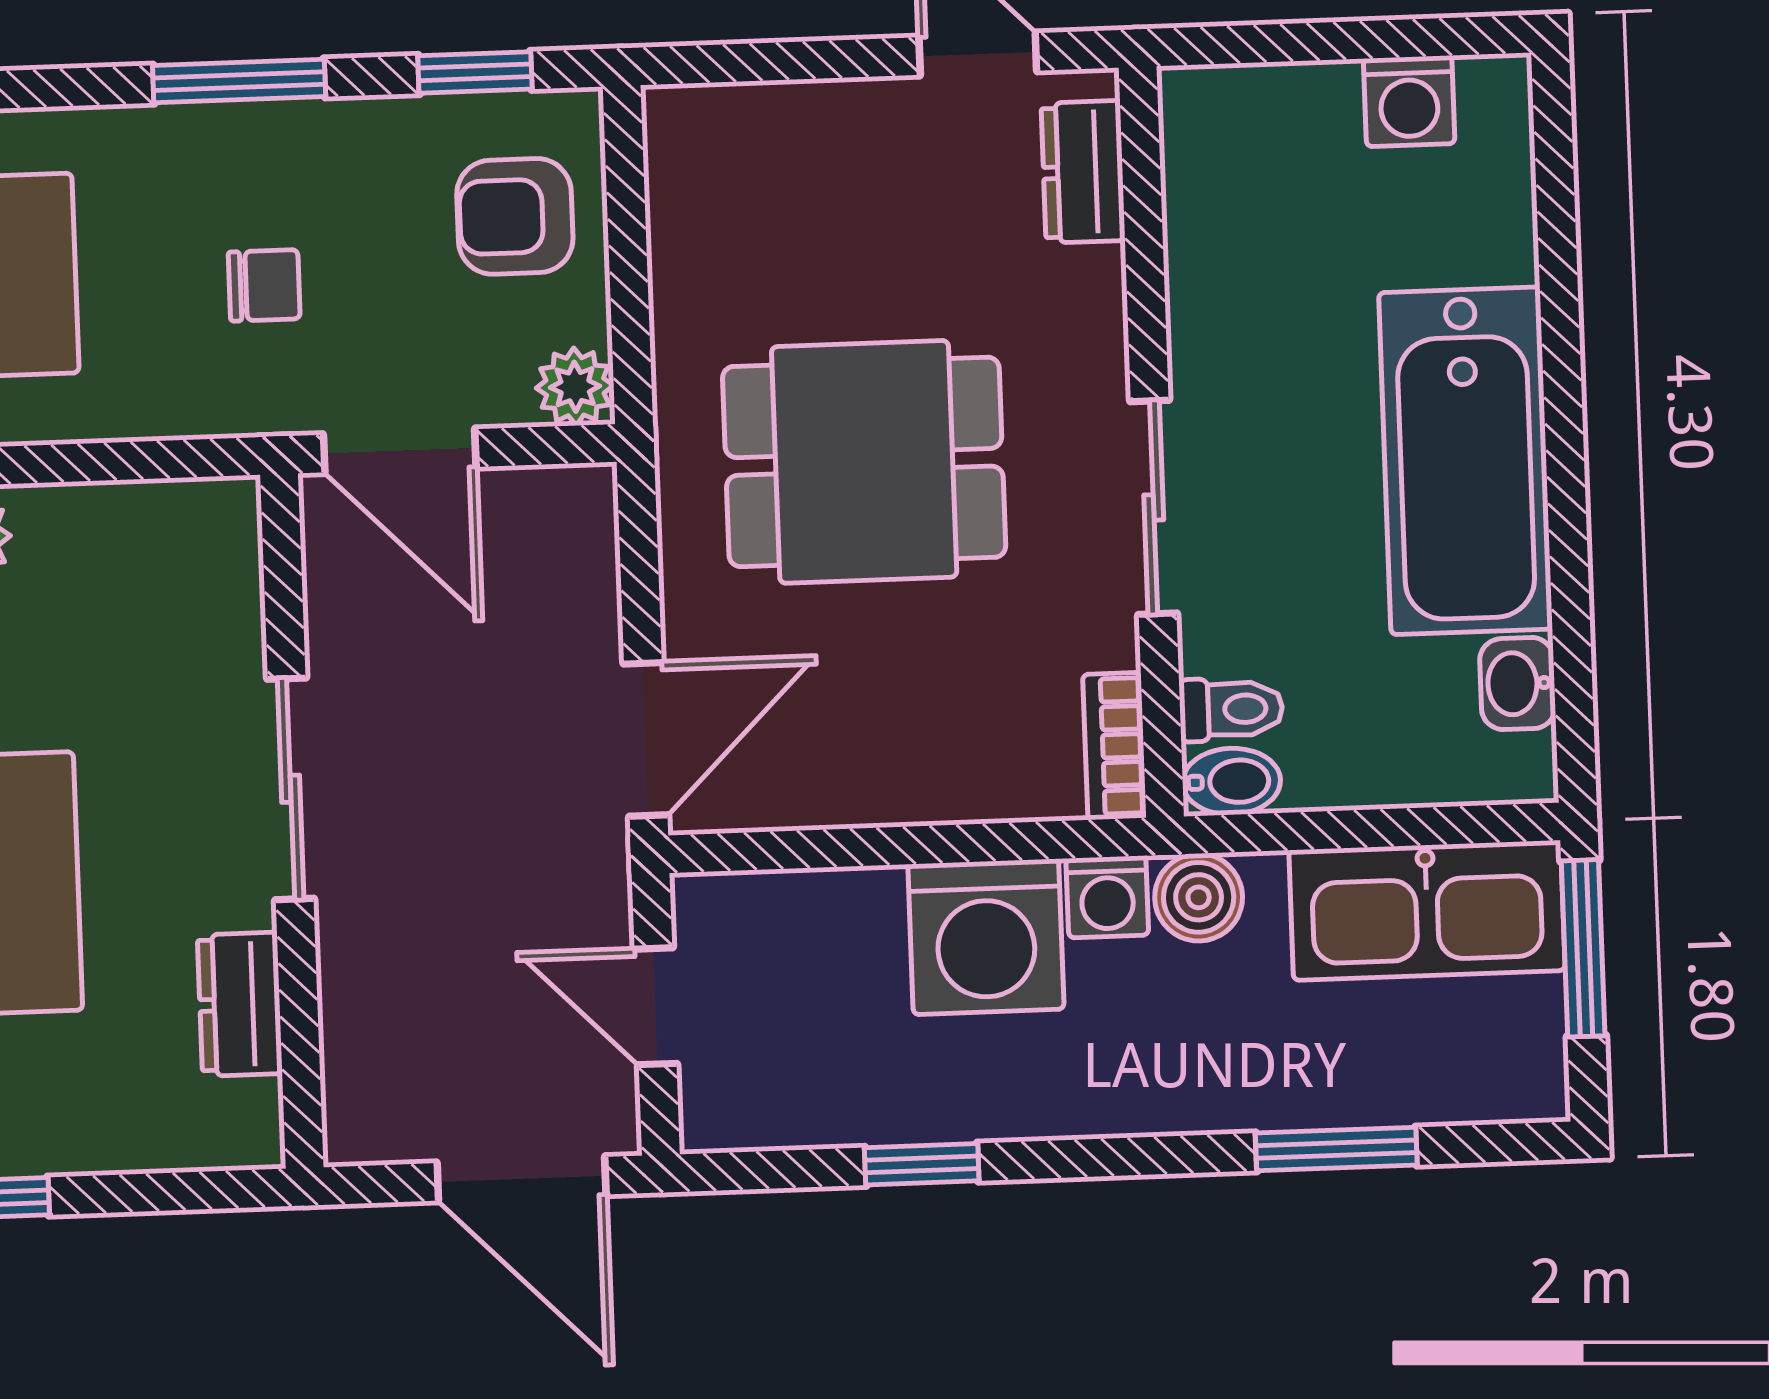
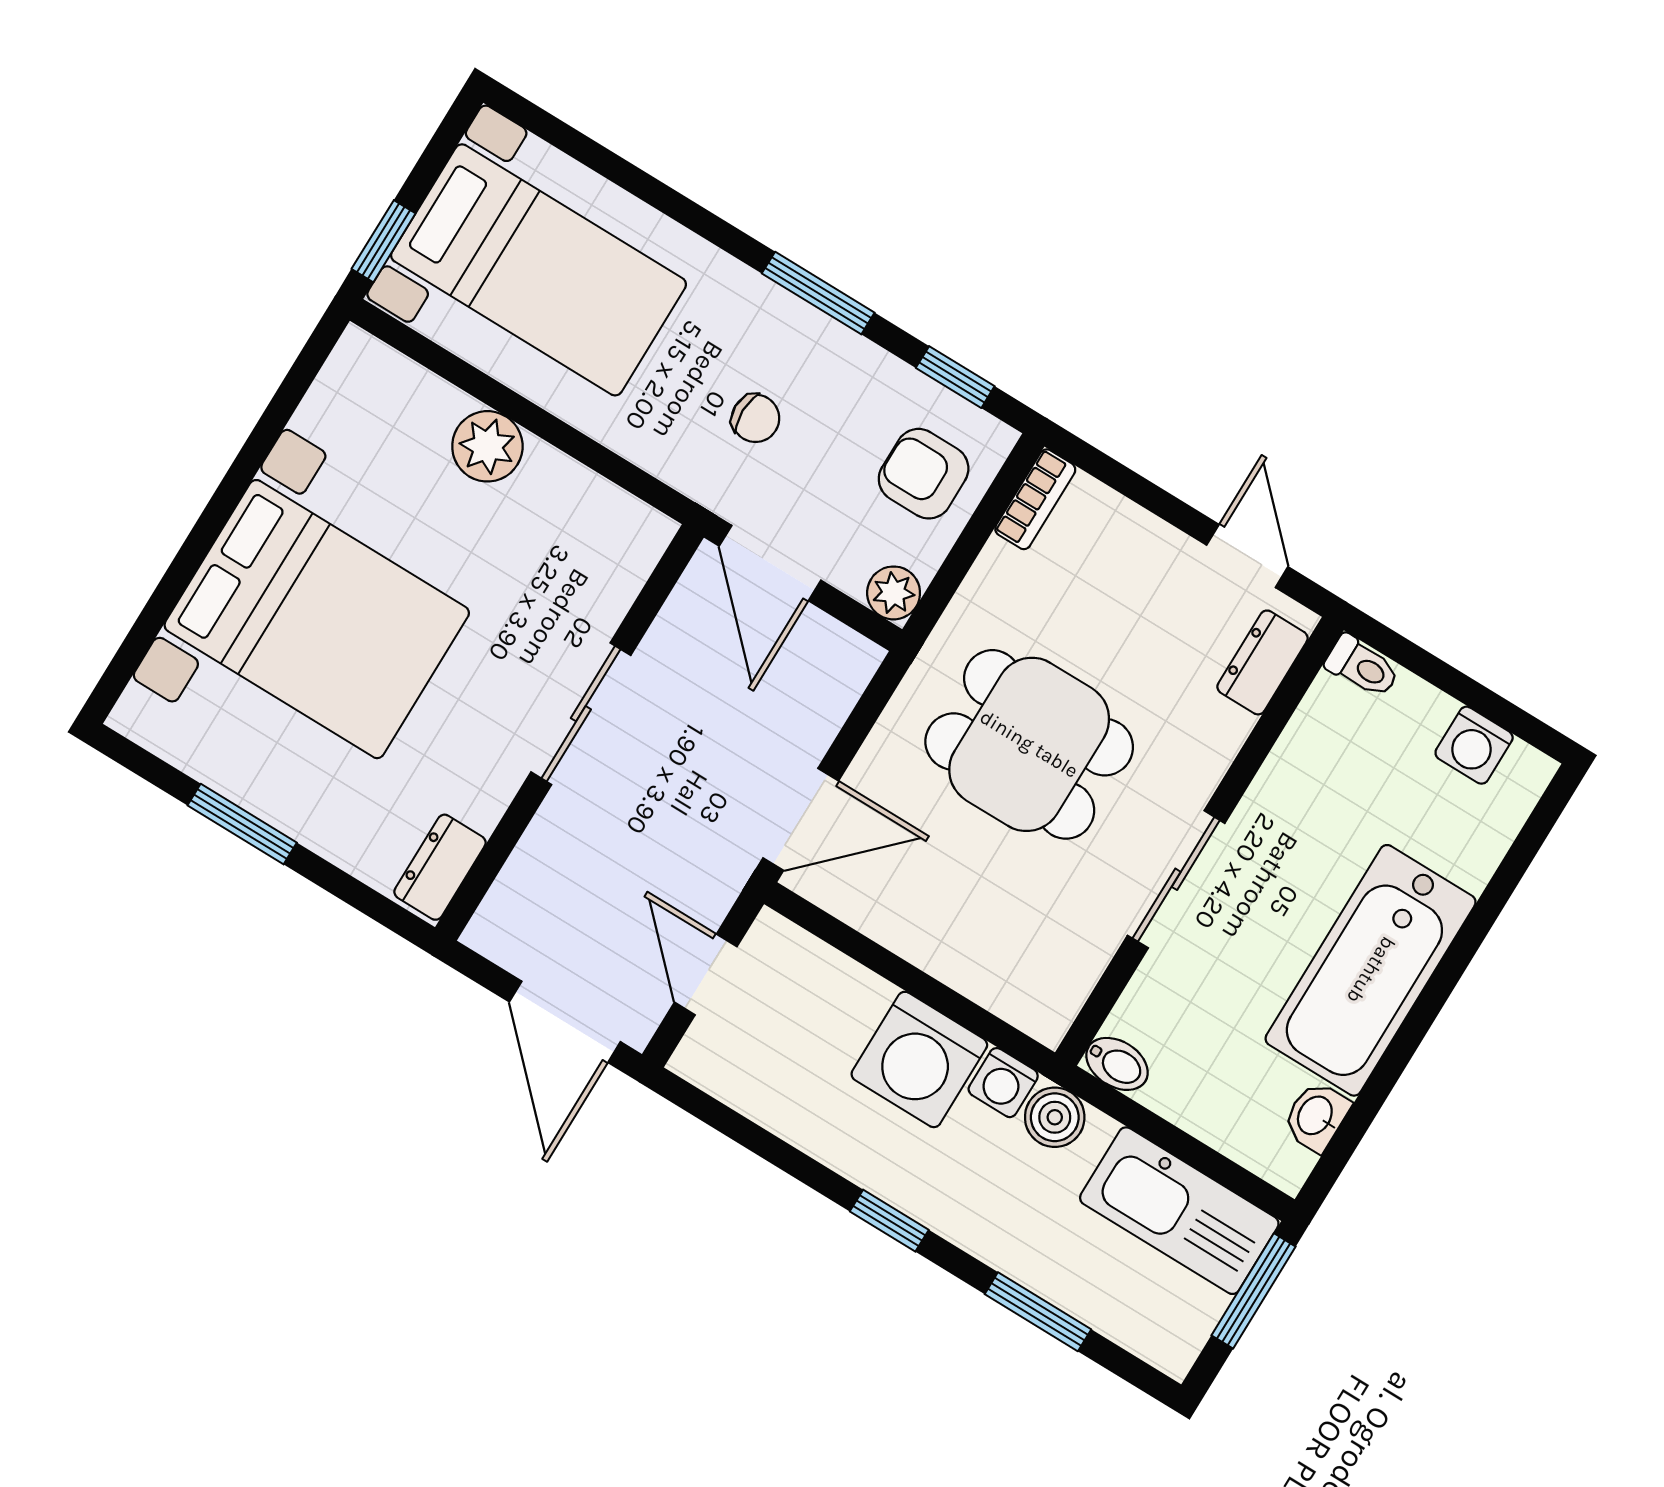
toilet: (1231, 709) -> (1362, 667), moved
bookcase: (1114, 746) -> (1035, 499), moved, turned 180
dresser: (240, 1004) -> (440, 867), moved
window: (922, 1164) -> (889, 1221), moved

